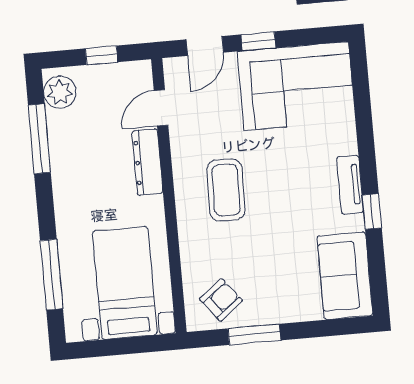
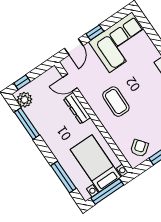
window: (102, 55) -> (22, 82), moved
door: (161, 108) -> (70, 83), hinge flipped
window: (117, 347) -> (107, 192), added

